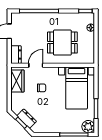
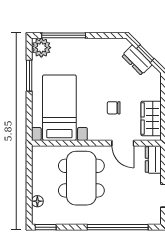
dining table: (62, 43) -> (81, 178), width x1.38
door: (36, 65) -> (123, 143), hinge flipped

